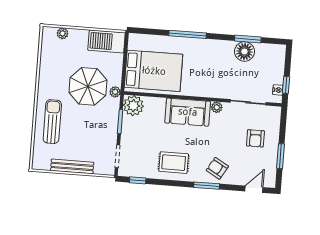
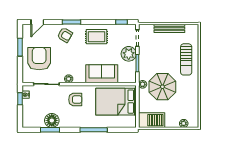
armchair: (210, 78) -> (75, 100), added
plant: (133, 106) -> (129, 54), moved
sofa: (188, 112) -> (102, 74), moved
armchair: (255, 138) -> (39, 59), width x1.88, depth x1.88

